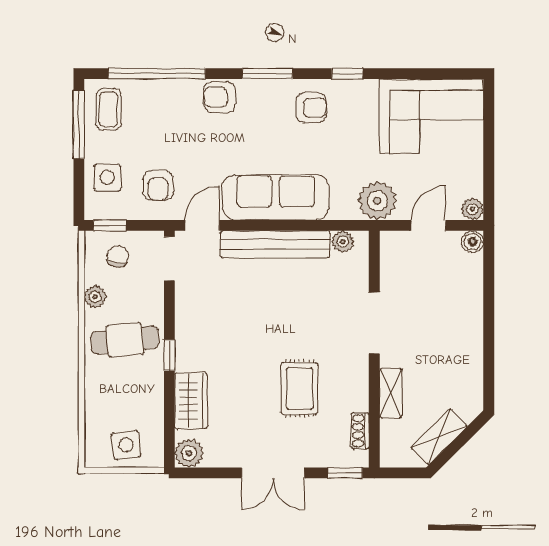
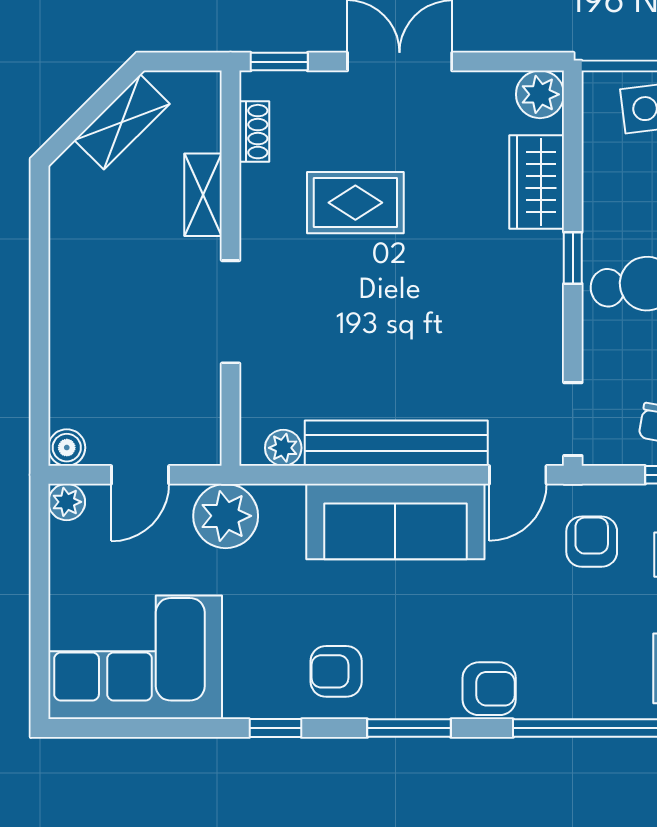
rug: (300, 388) -> (355, 203), turned 90

